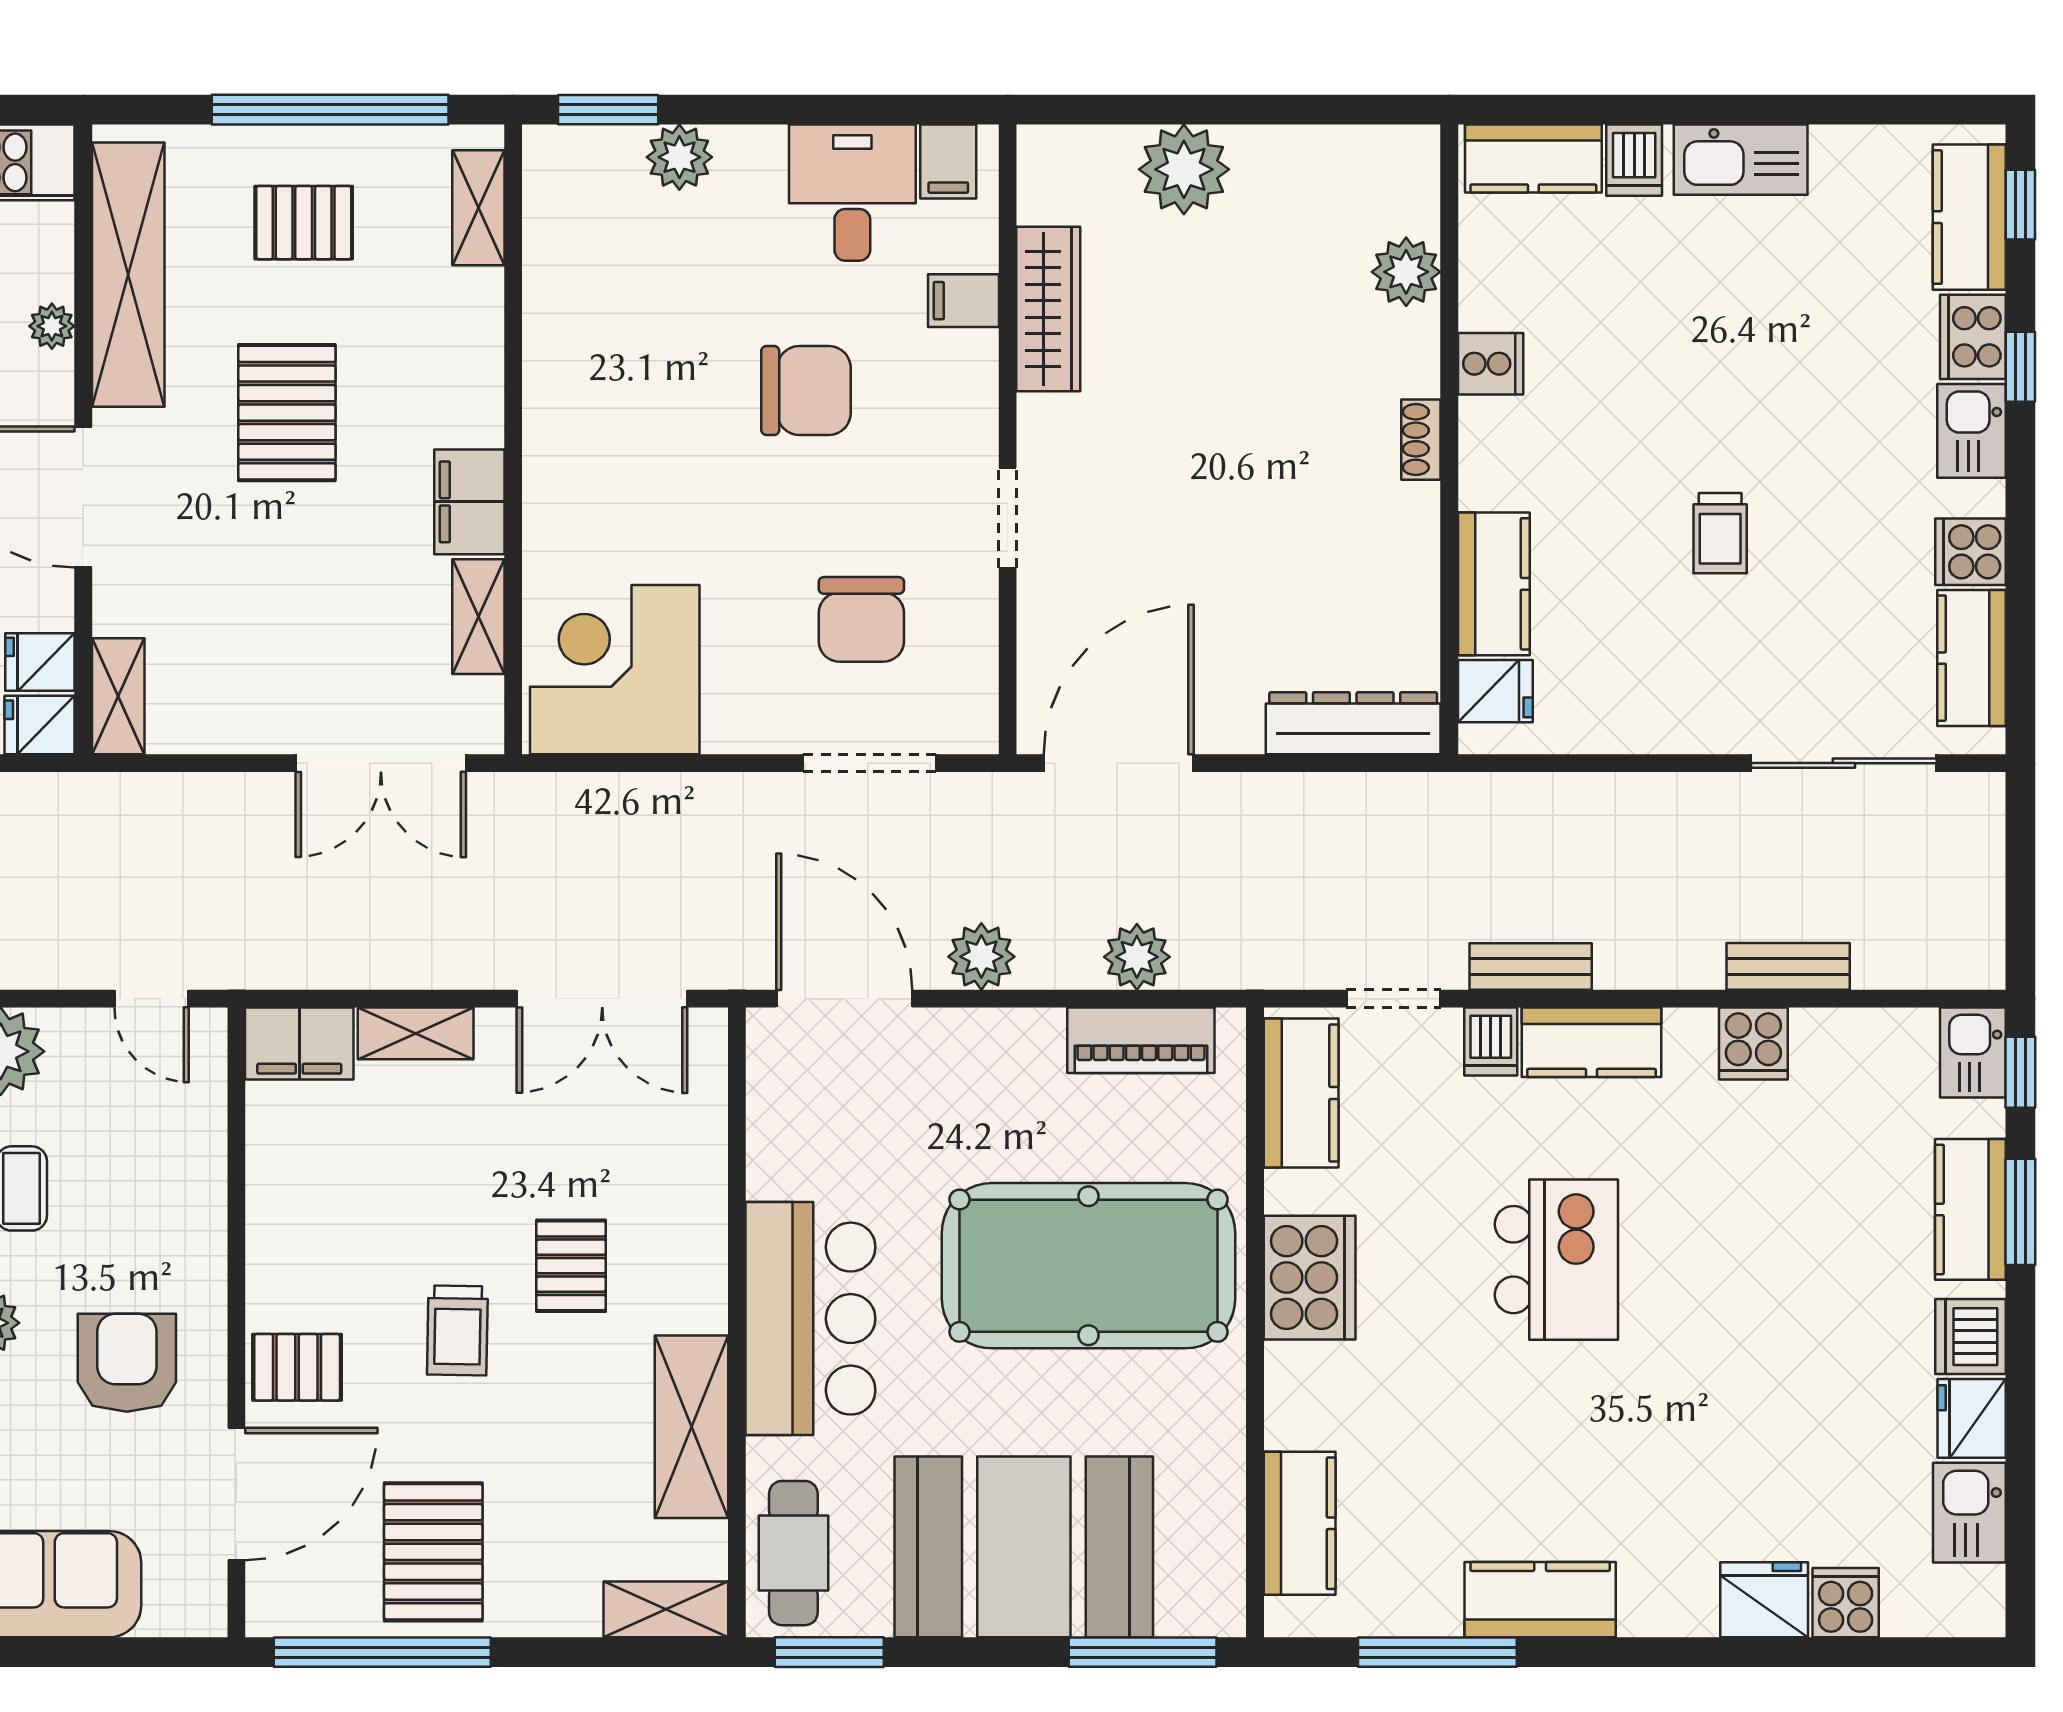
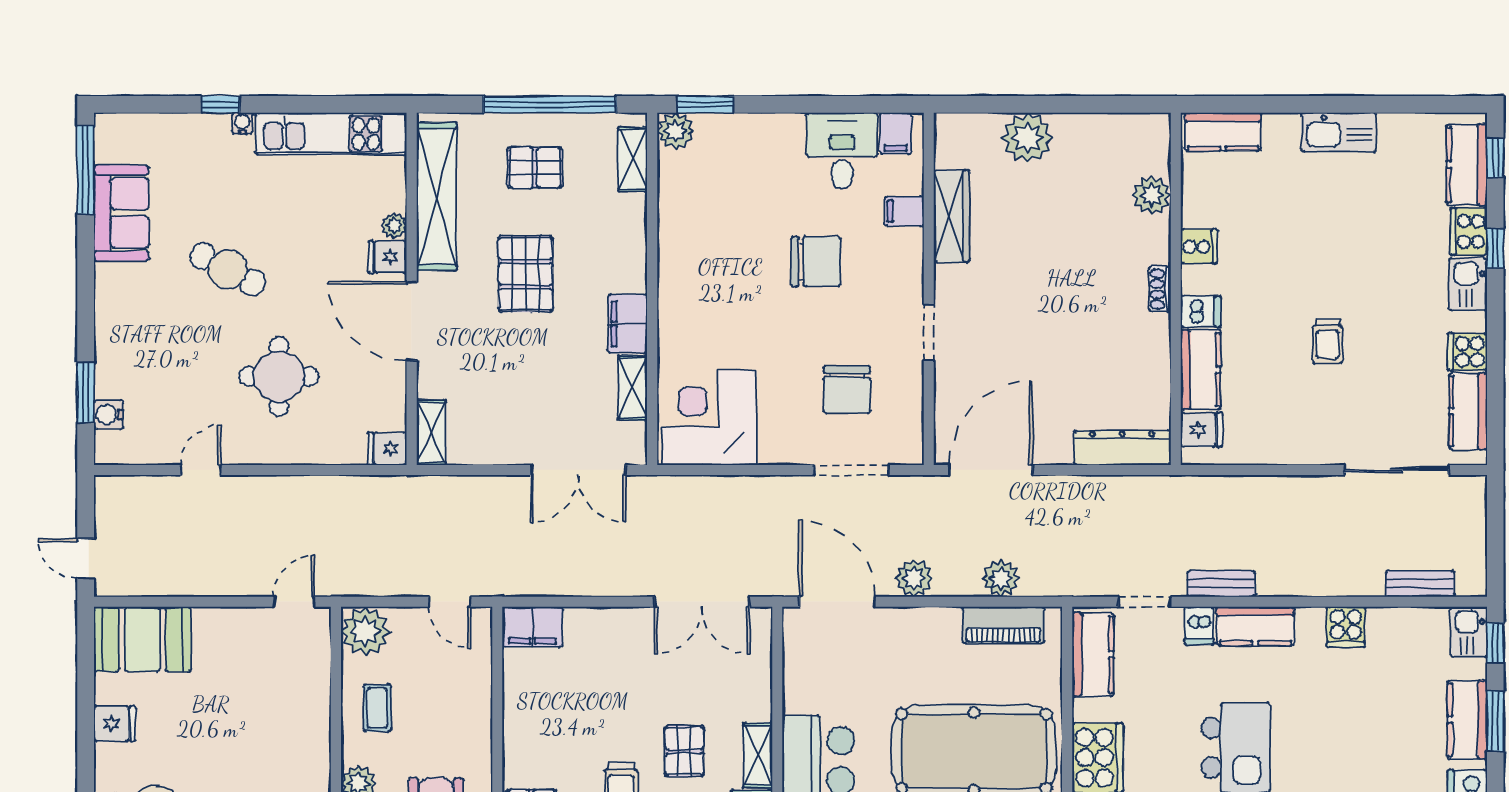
plant: (679, 157) -> (675, 131), moved
dishwasher: (1634, 160) -> (1201, 312), moved, turned -90
fridge: (40, 662) -> (387, 257), moved
bench: (1788, 966) -> (1420, 584), moved
shelving: (416, 1033) -> (758, 755), moved, turned 90

